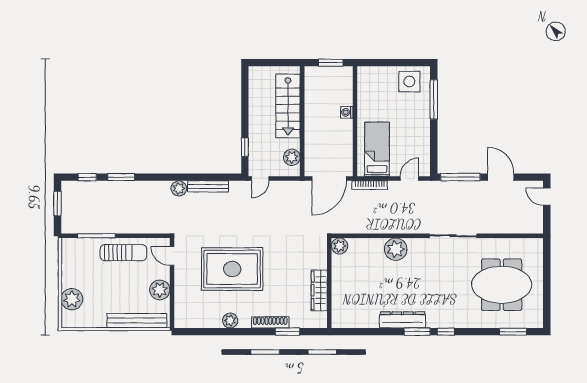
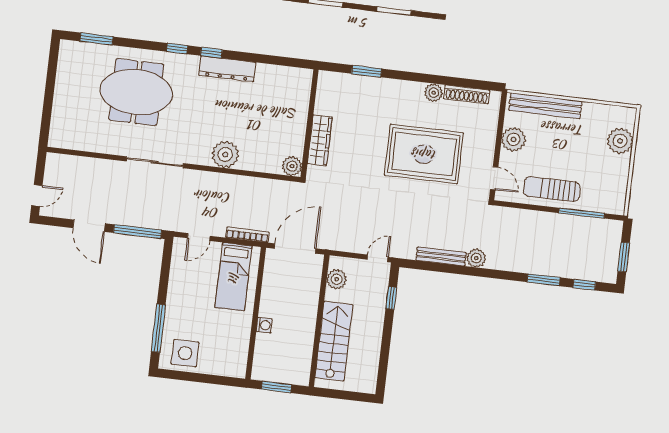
door: (547, 197) -> (37, 196), hinge flipped
meeting table: (502, 285) -> (136, 92), moved
wardrobe: (319, 290) -> (320, 140), moved
shoe rack: (270, 322) -> (467, 94), moved
window: (417, 332) -> (211, 53), width x0.67

